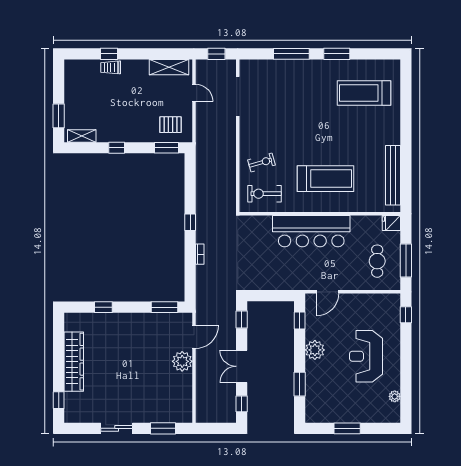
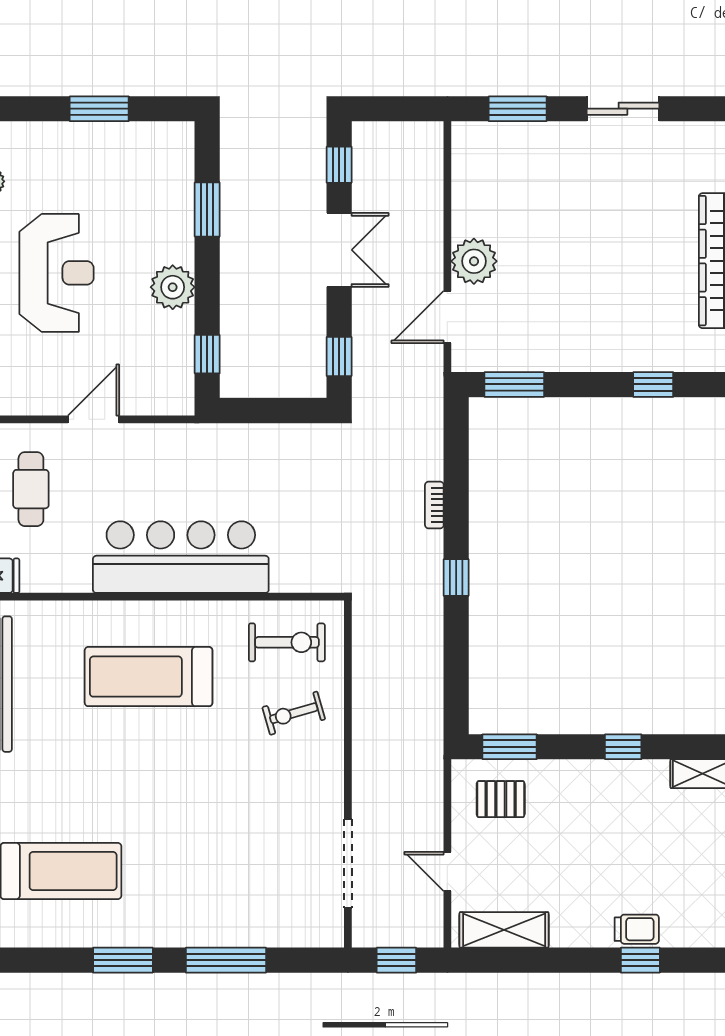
door: (327, 292) -> (93, 419), moved

